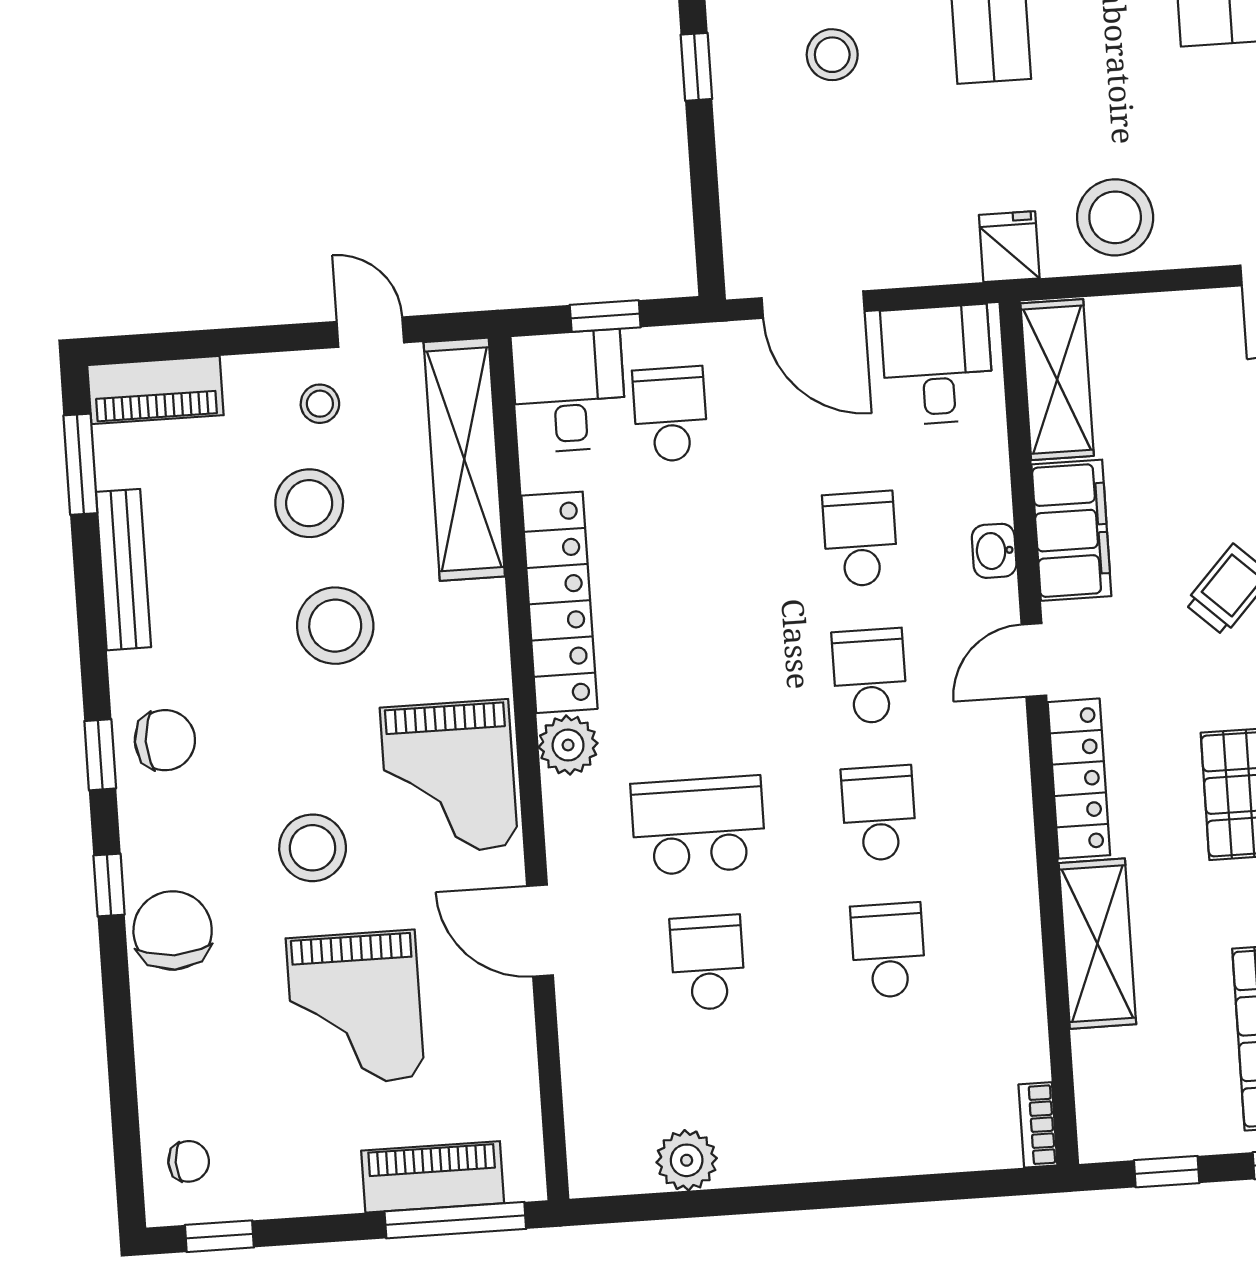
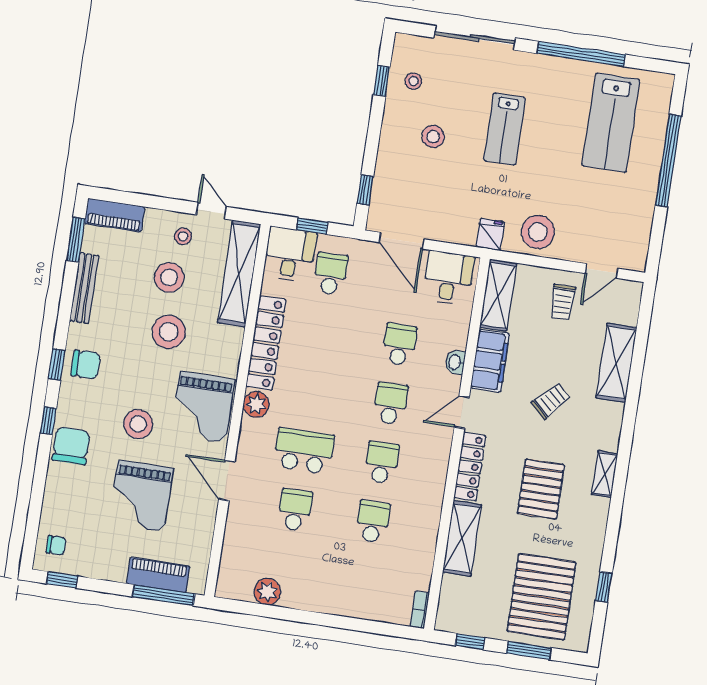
window: (696, 67) -> (365, 190), moved
trolley: (1205, 362) -> (562, 302), added

